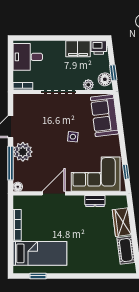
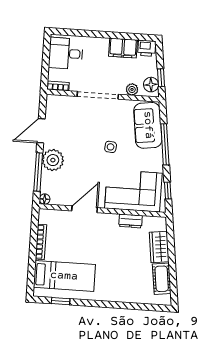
window: (121, 131) -> (165, 144), added

